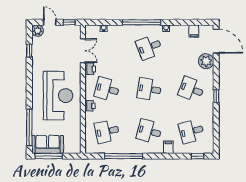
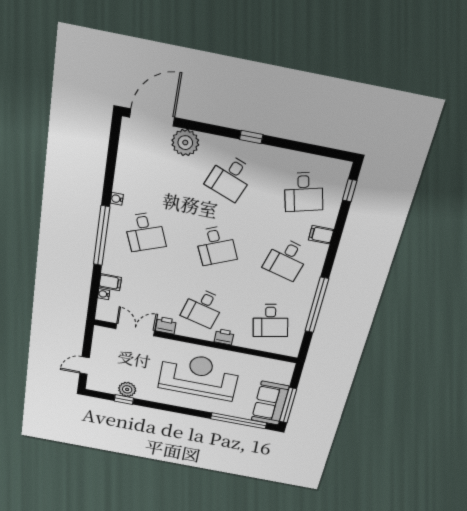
window: (69, 22) -> (88, 340), removed
plant: (38, 31) -> (127, 389), moved
filing cabinet: (194, 31) -> (110, 282), moved
desk: (149, 89) -> (216, 246), turned -33

